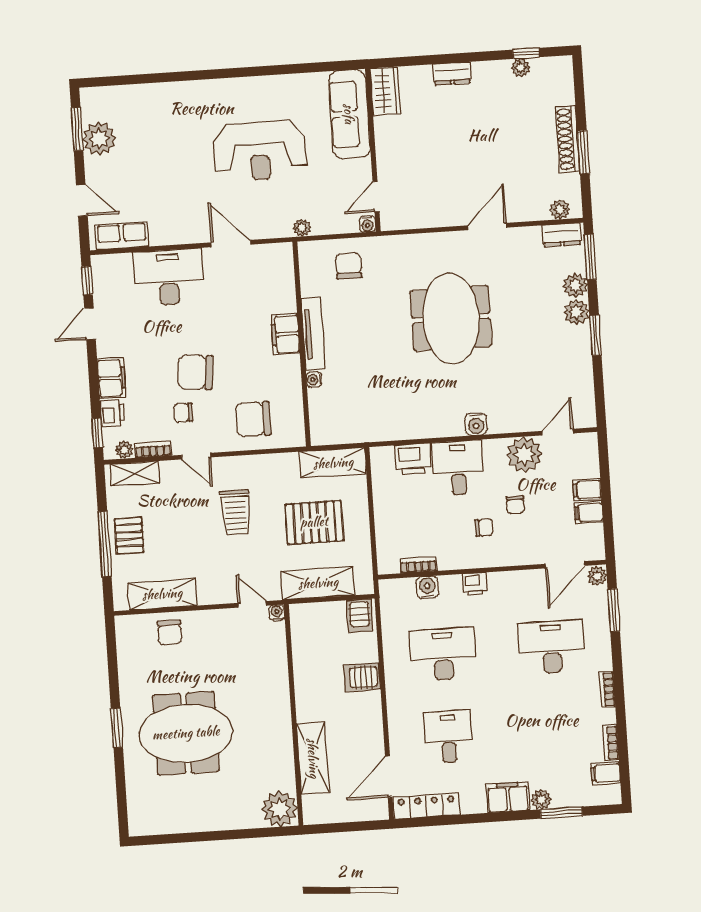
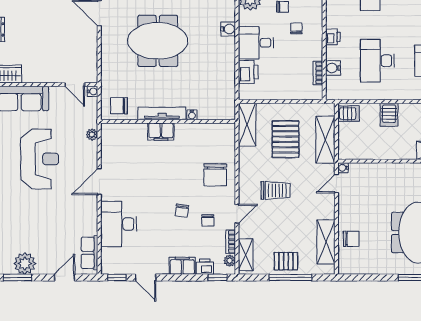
filing cabinet: (285, 334) -> (161, 132), moved
tv unit: (313, 334) -> (162, 113), moved
wall: (302, 344) -> (168, 121), moved
chair: (195, 372) -> (182, 211), width x0.54, depth x0.54
water cooler: (314, 380) -> (192, 115), moved

